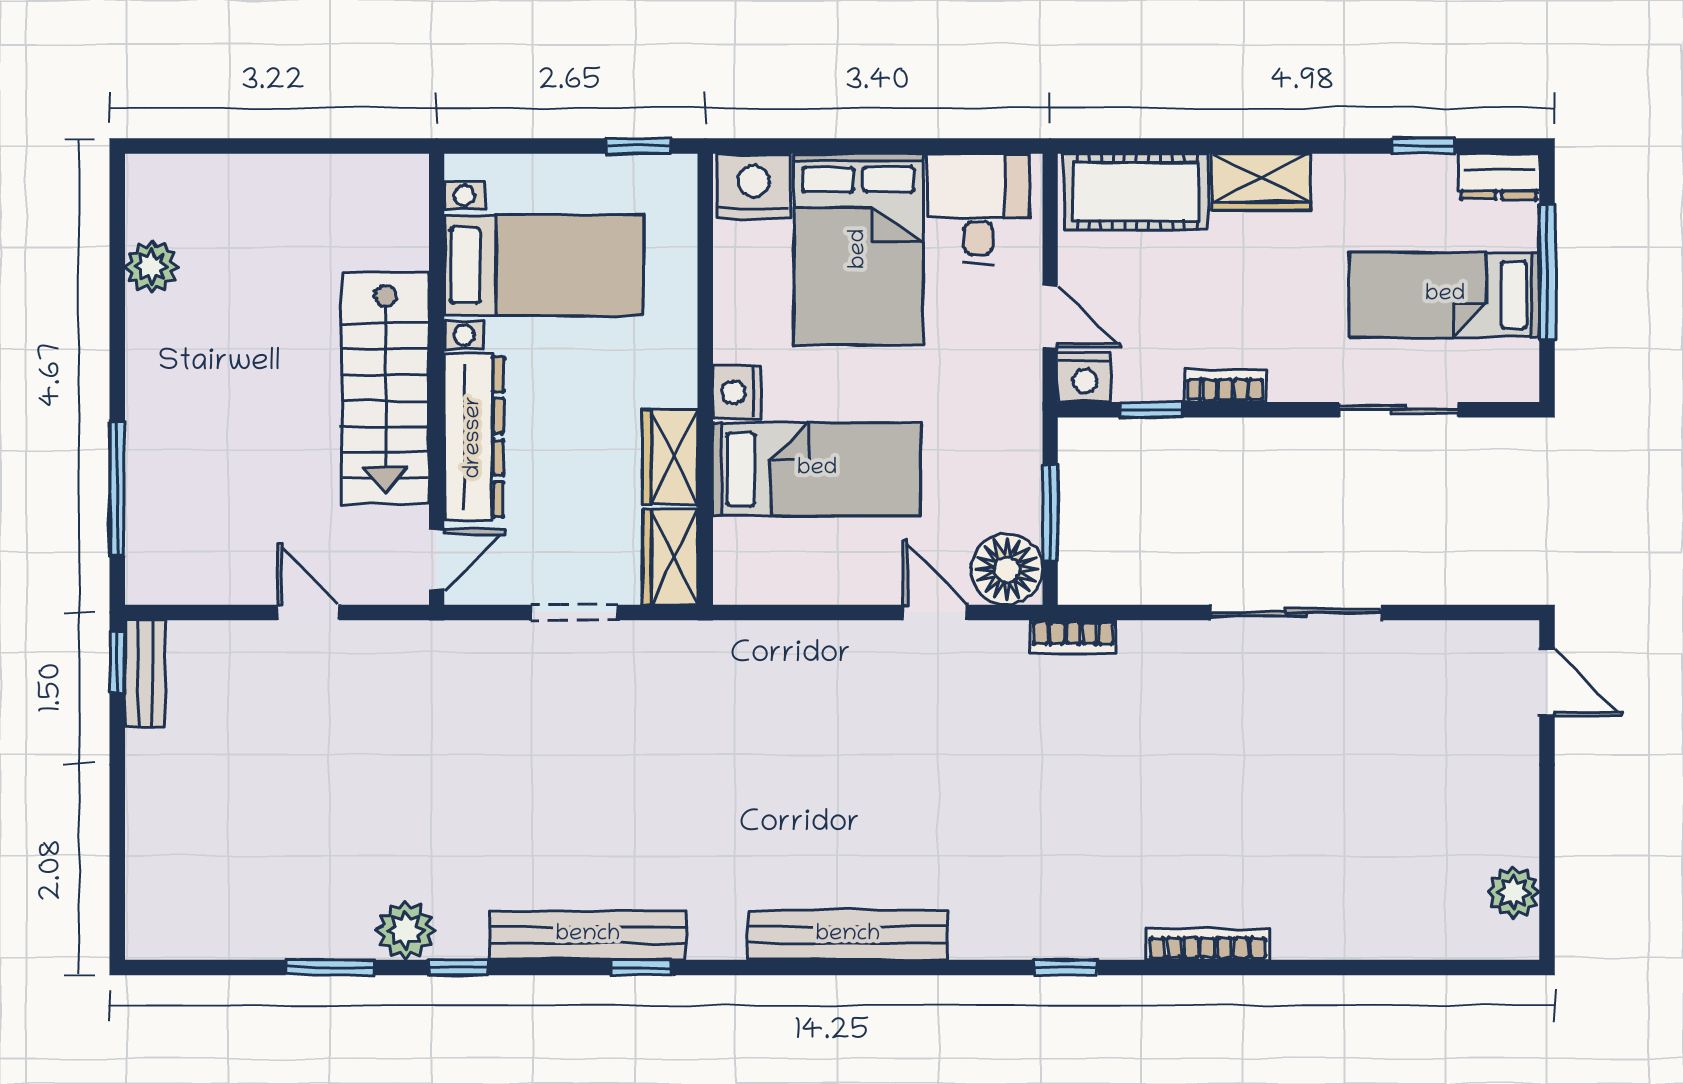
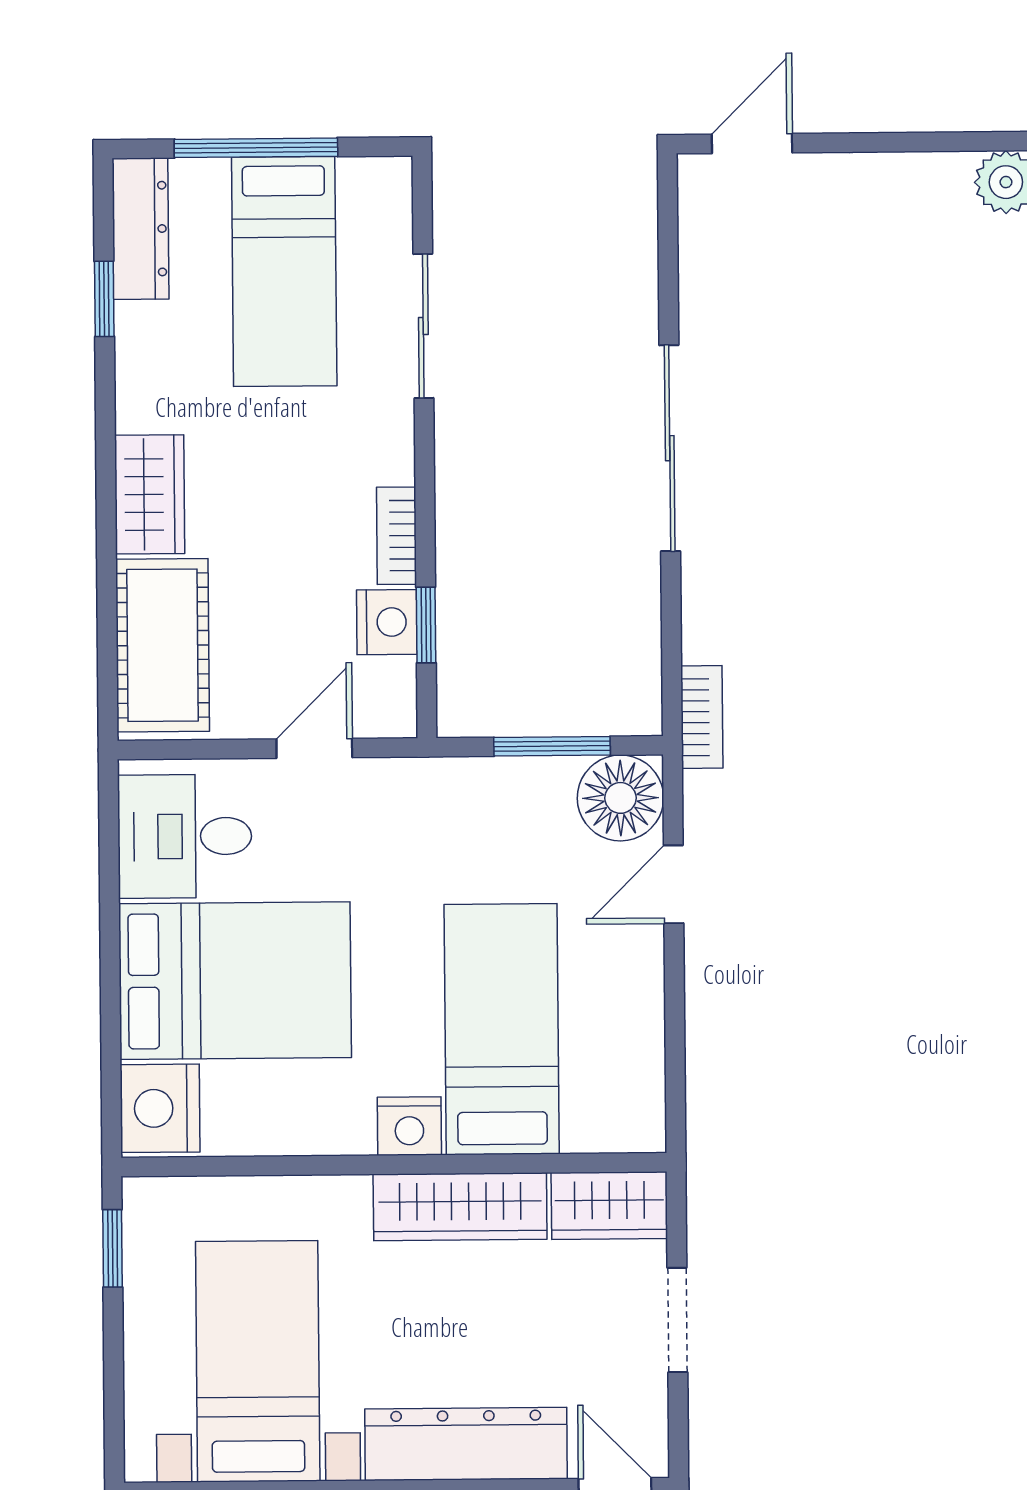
dresser: (1499, 176) -> (140, 229), width x1.44
nightstand: (1085, 377) -> (387, 622), moved
wardrobe: (670, 457) -> (460, 1207), width x1.50

